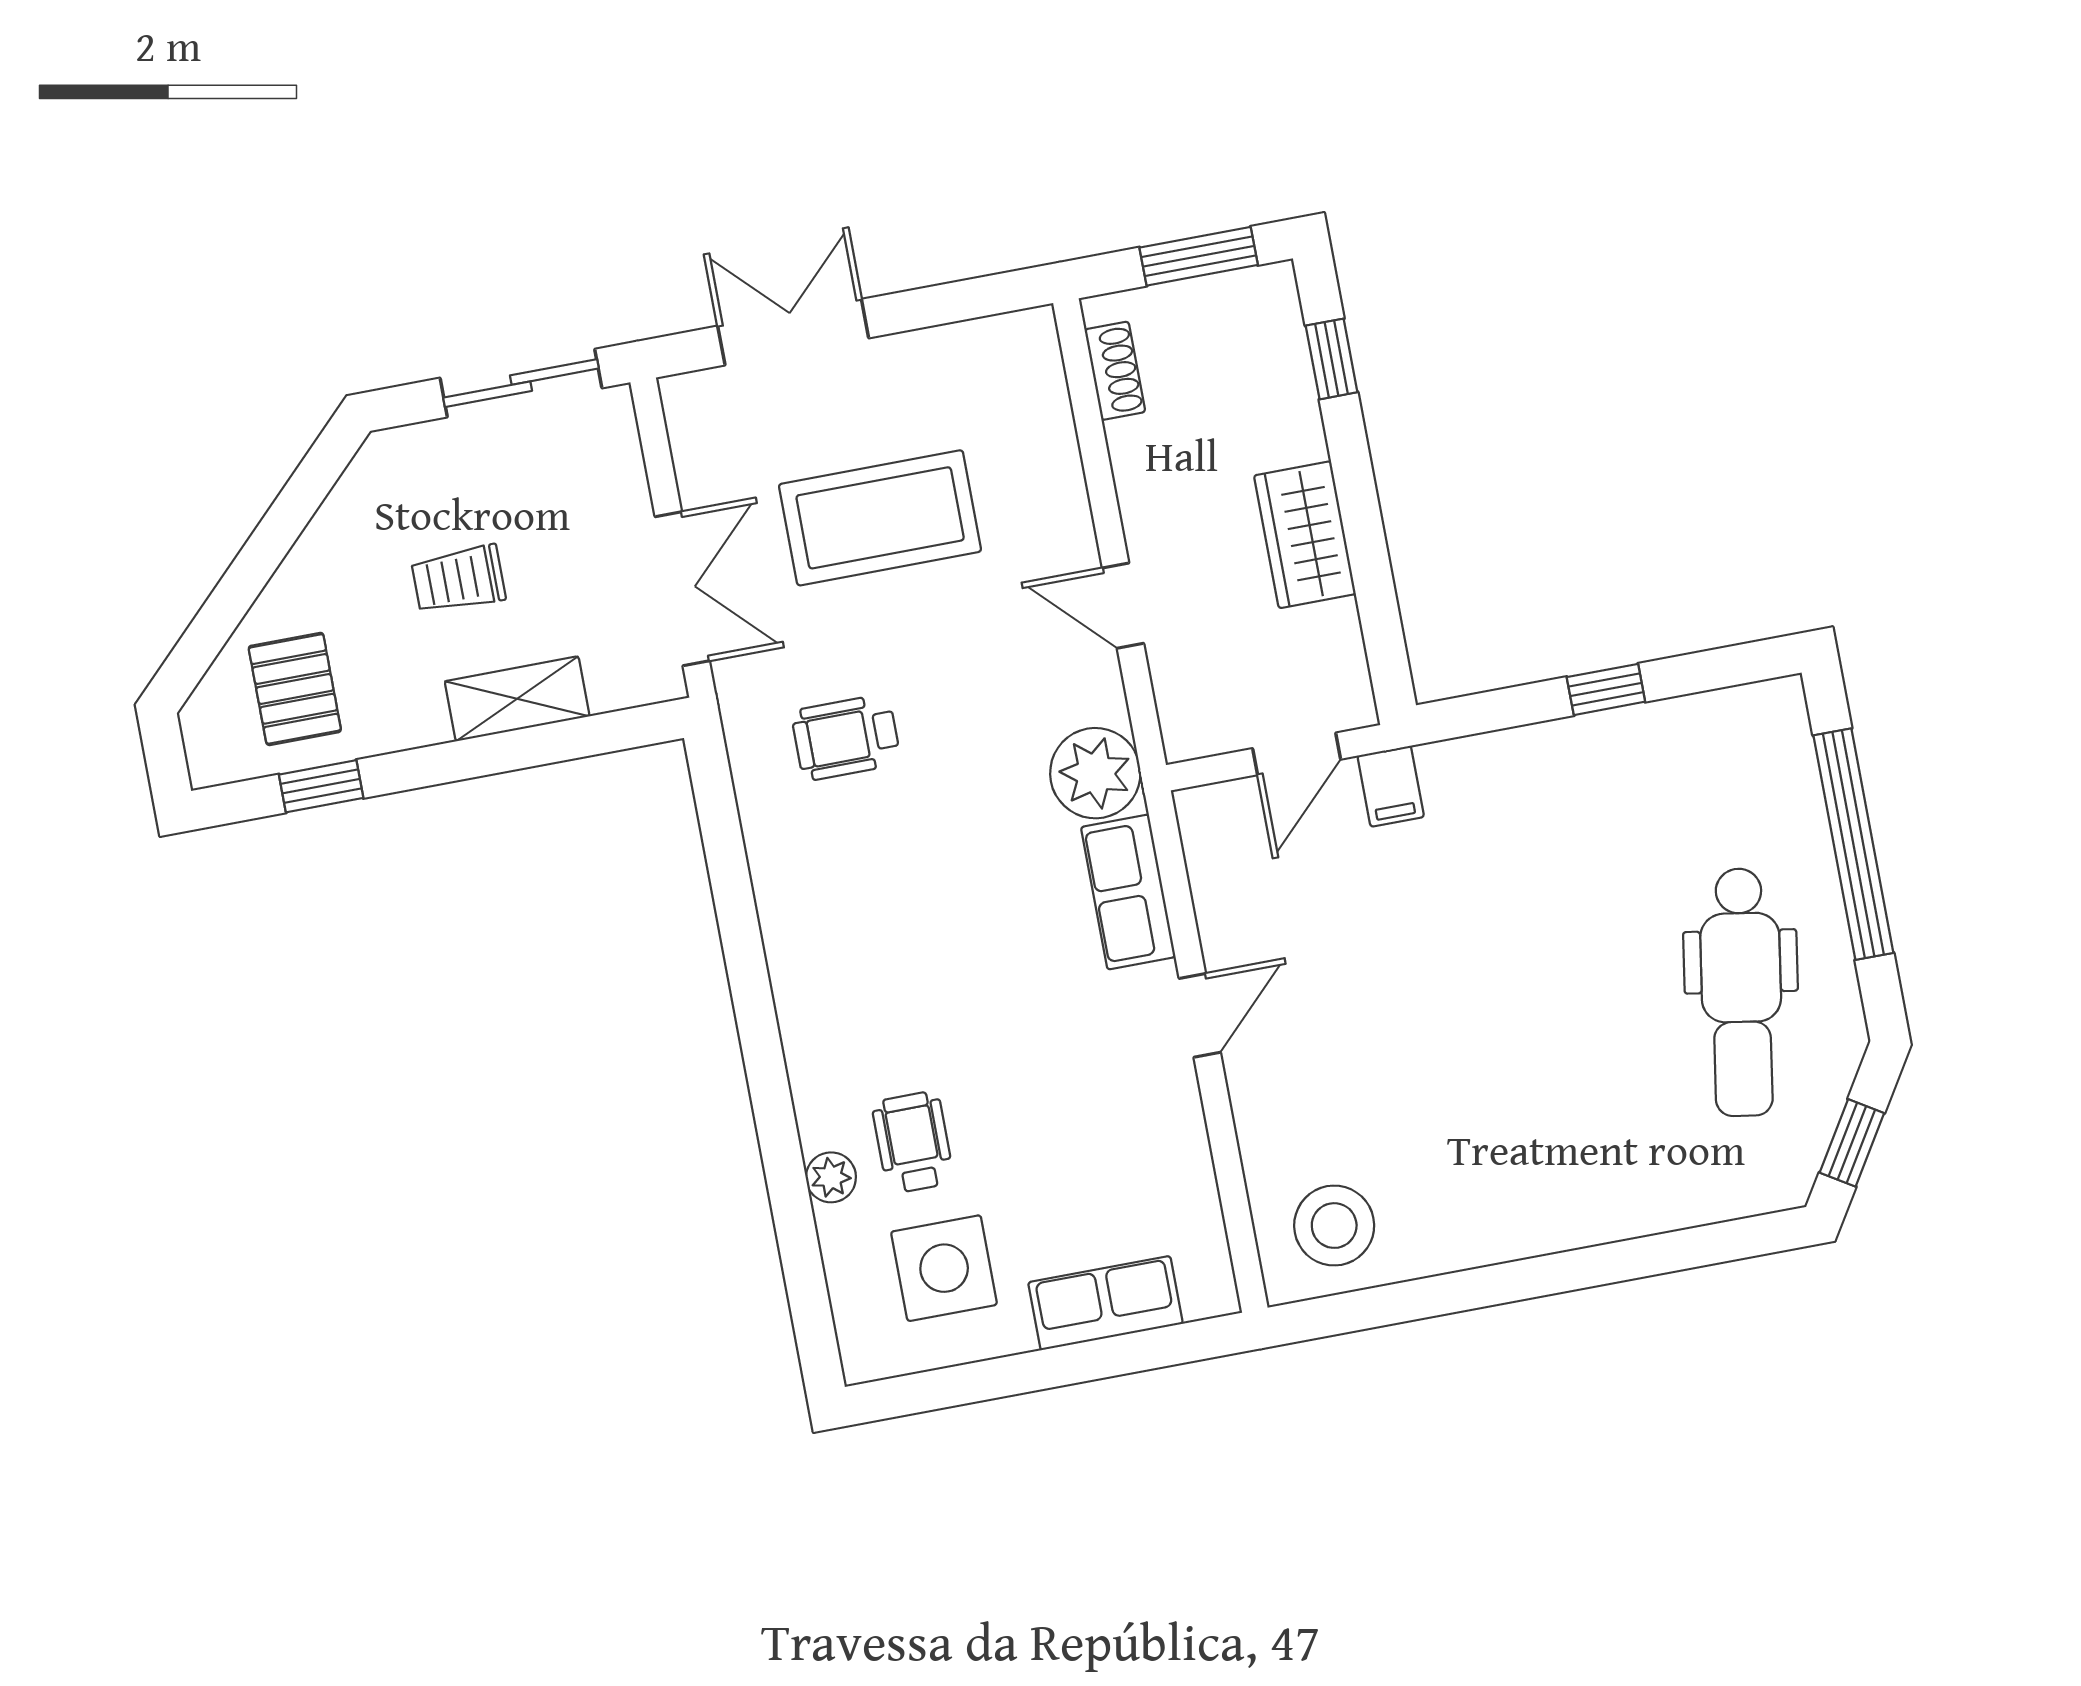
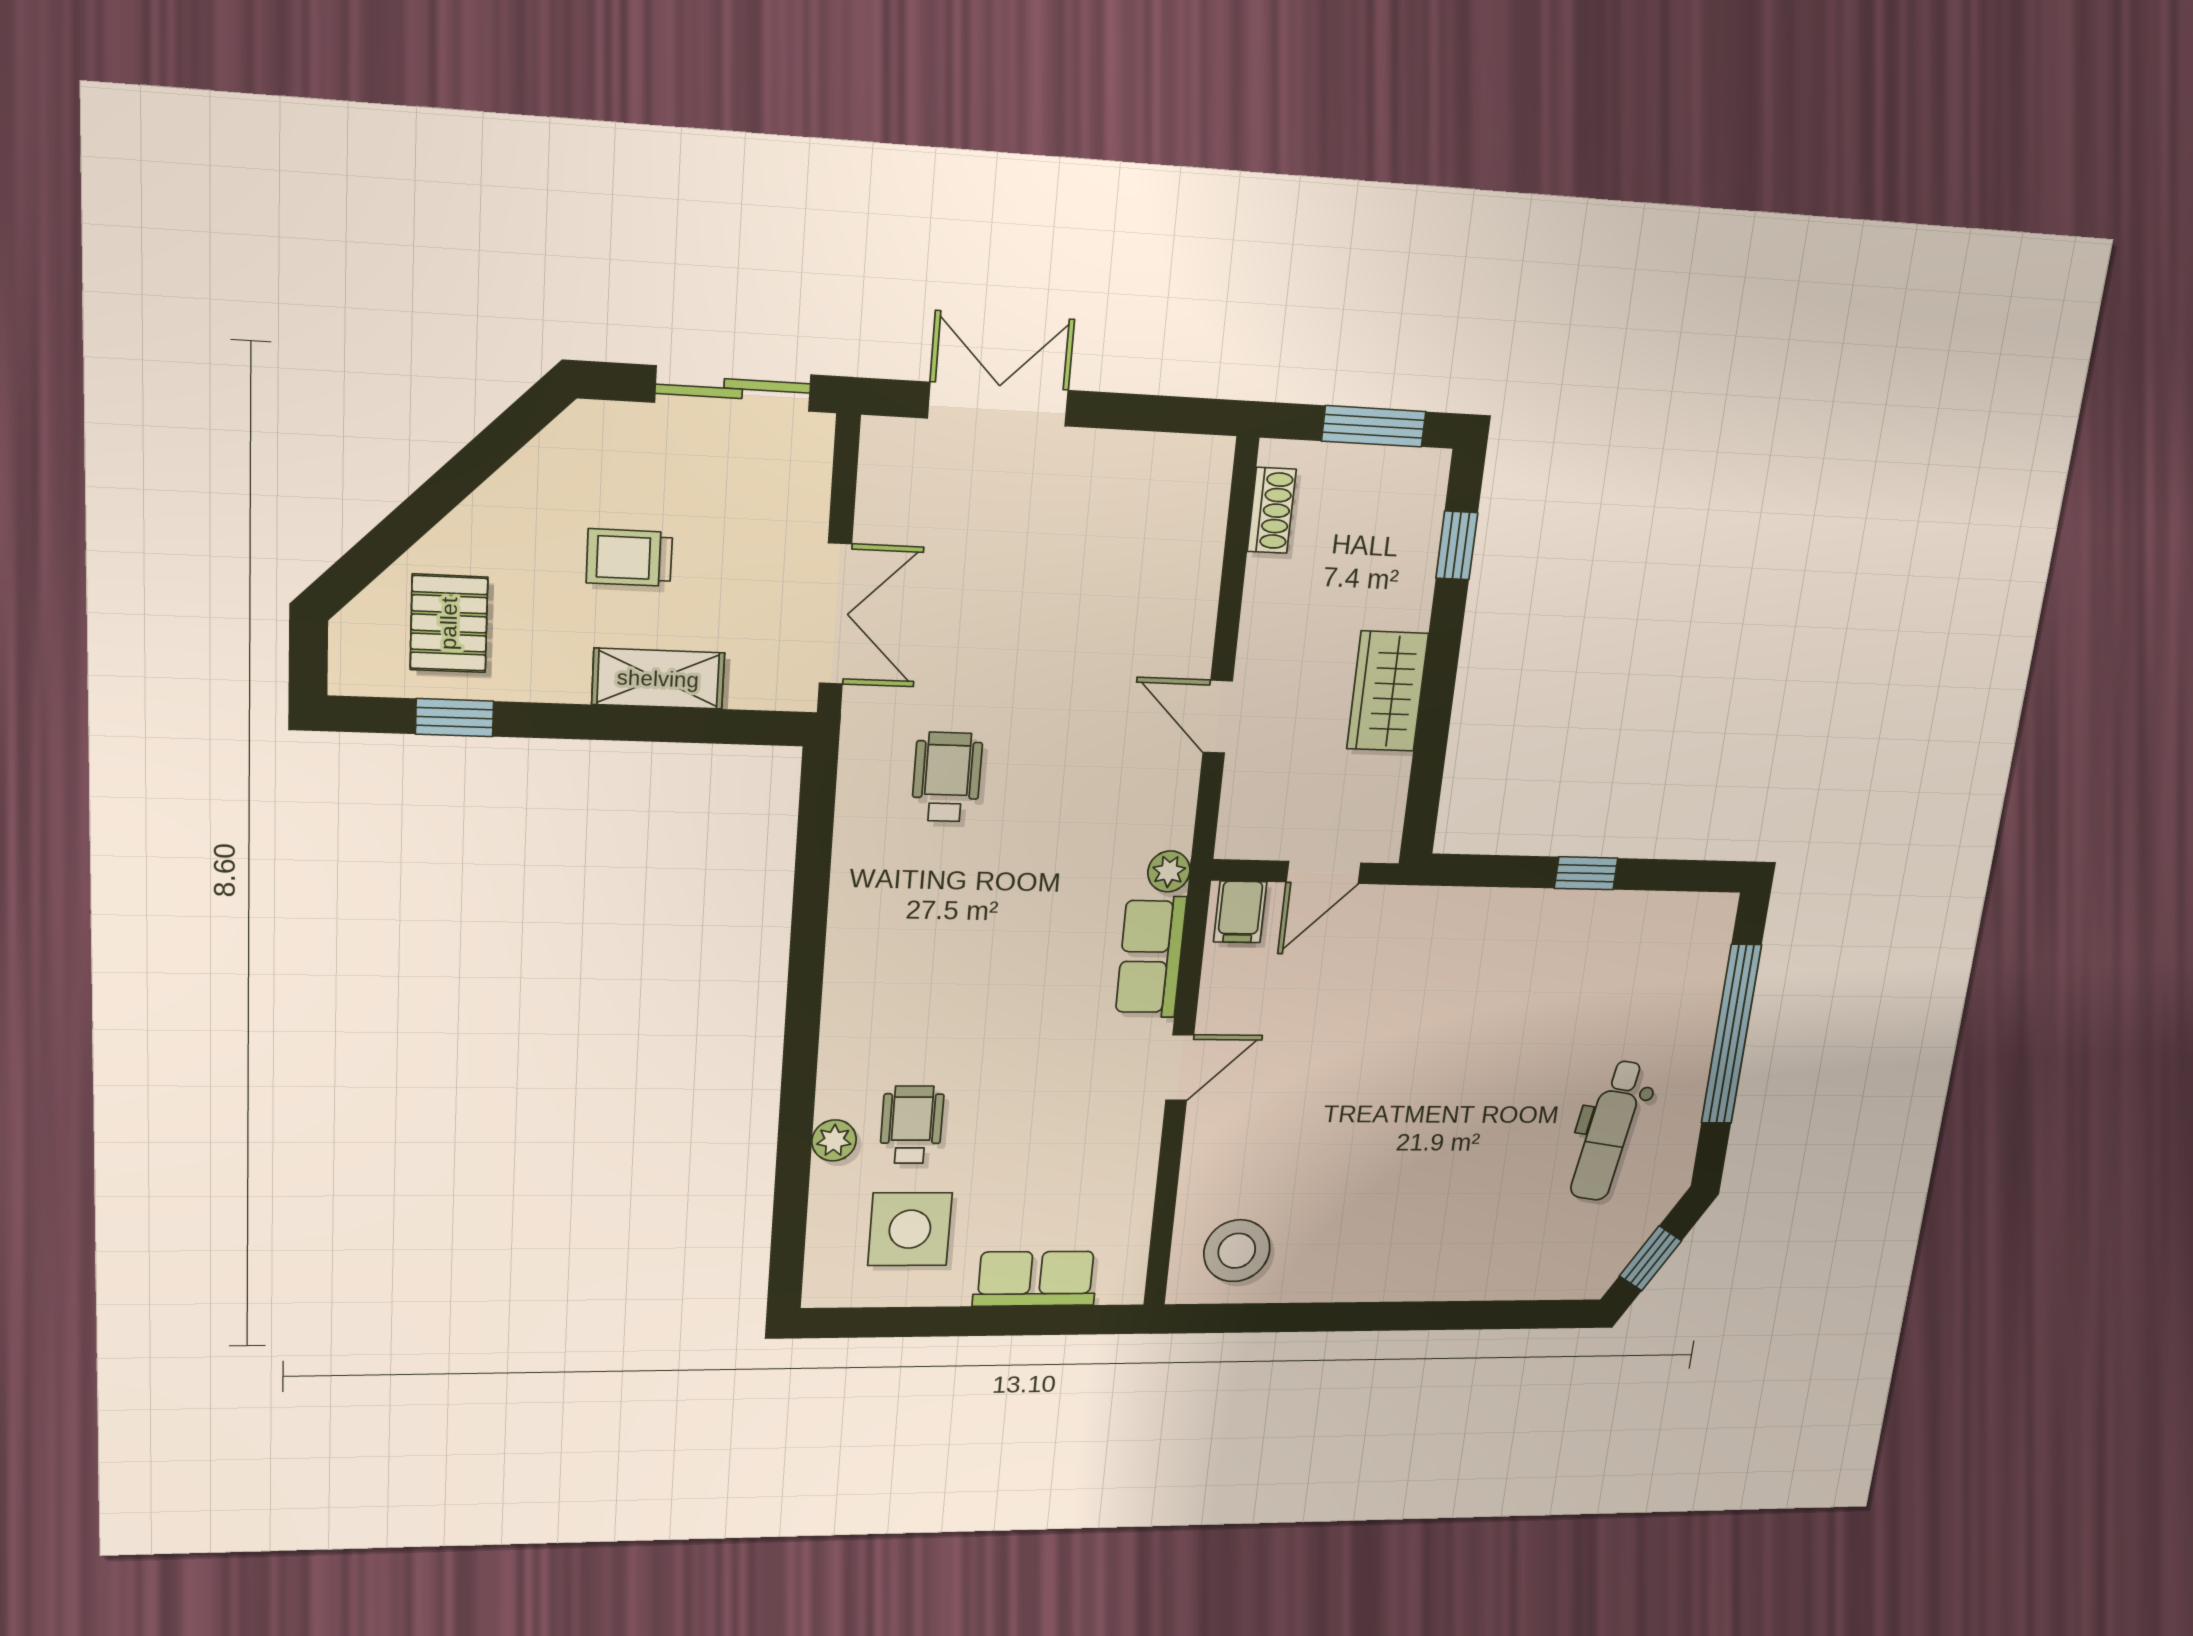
coffee table: (880, 518) -> (1030, 592), removed
wheelchair: (846, 737) -> (947, 777), turned 90
plant: (1095, 773) -> (1169, 871), width x0.53, depth x0.53
filing cabinet: (1391, 786) -> (1240, 912), moved
dental chair: (1741, 992) -> (1608, 1131), width x0.73, depth x0.72

